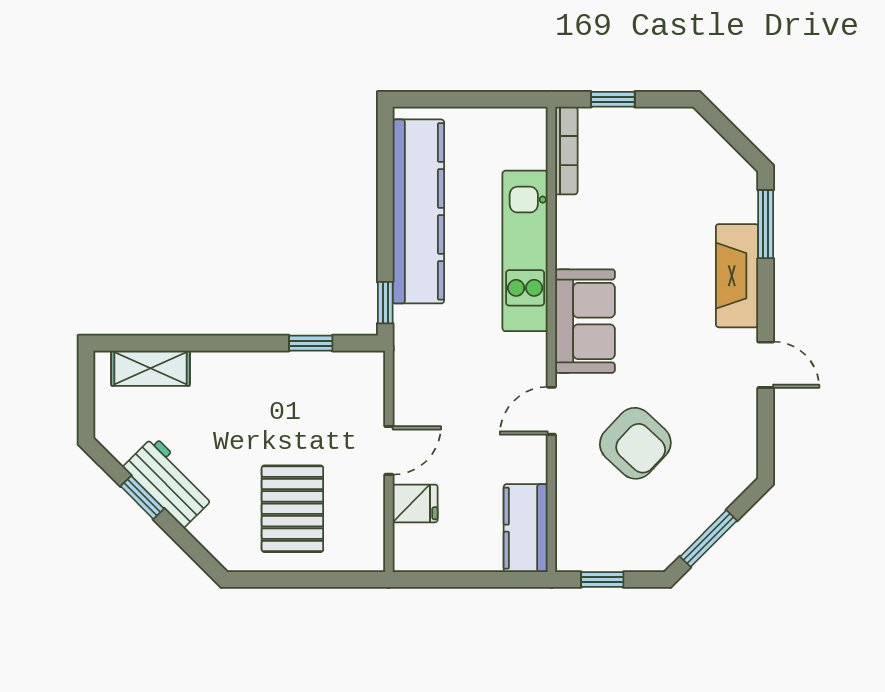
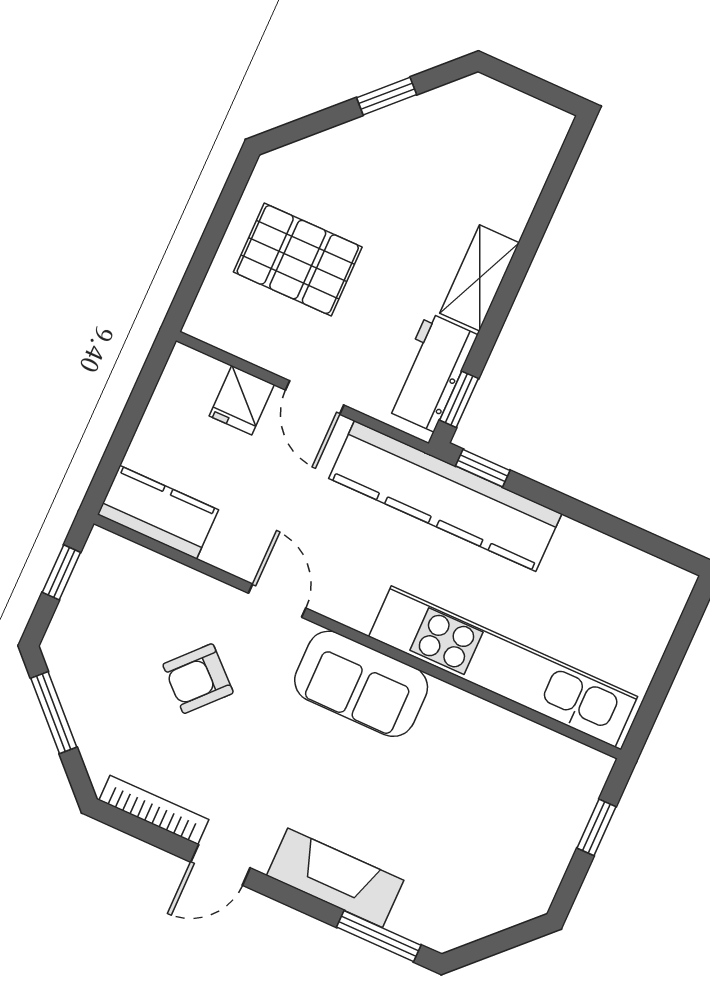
bookcase: (566, 151) -> (154, 810), moved, turned 180
kitchen counter: (418, 211) -> (445, 496), moved
kitchen unit: (525, 251) -> (503, 667), width x1.36
window: (311, 343) -> (459, 399), moved
shelving: (151, 368) -> (480, 278), moved
armchair: (635, 443) -> (198, 679), width x0.72, depth x0.72
workbench: (169, 482) -> (431, 372), moved, turned 135

